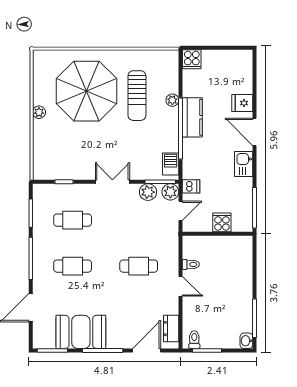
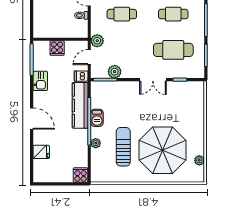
fridge: (242, 103) -> (41, 152), moved
plant: (39, 112) -> (199, 160), moved
kitchen counter: (192, 117) -> (80, 105), moved, width x1.50
barbecue: (171, 164) -> (97, 118), moved
kitchen sink: (244, 164) -> (40, 81), moved
double door: (112, 182) -> (153, 80), moved
plant: (170, 192) -> (97, 41), moved
cafe table: (73, 220) -> (173, 50), width x1.37, depth x1.35

